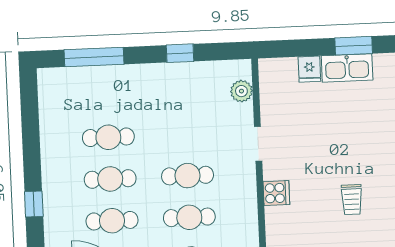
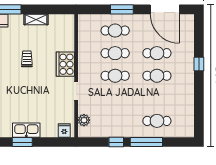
window: (94, 57) -> (146, 142), moved
fridge: (309, 69) -> (64, 130), moved
cafe table: (108, 137) -> (157, 121), moved
cooker: (276, 193) -> (65, 64), width x1.87, depth x1.31

